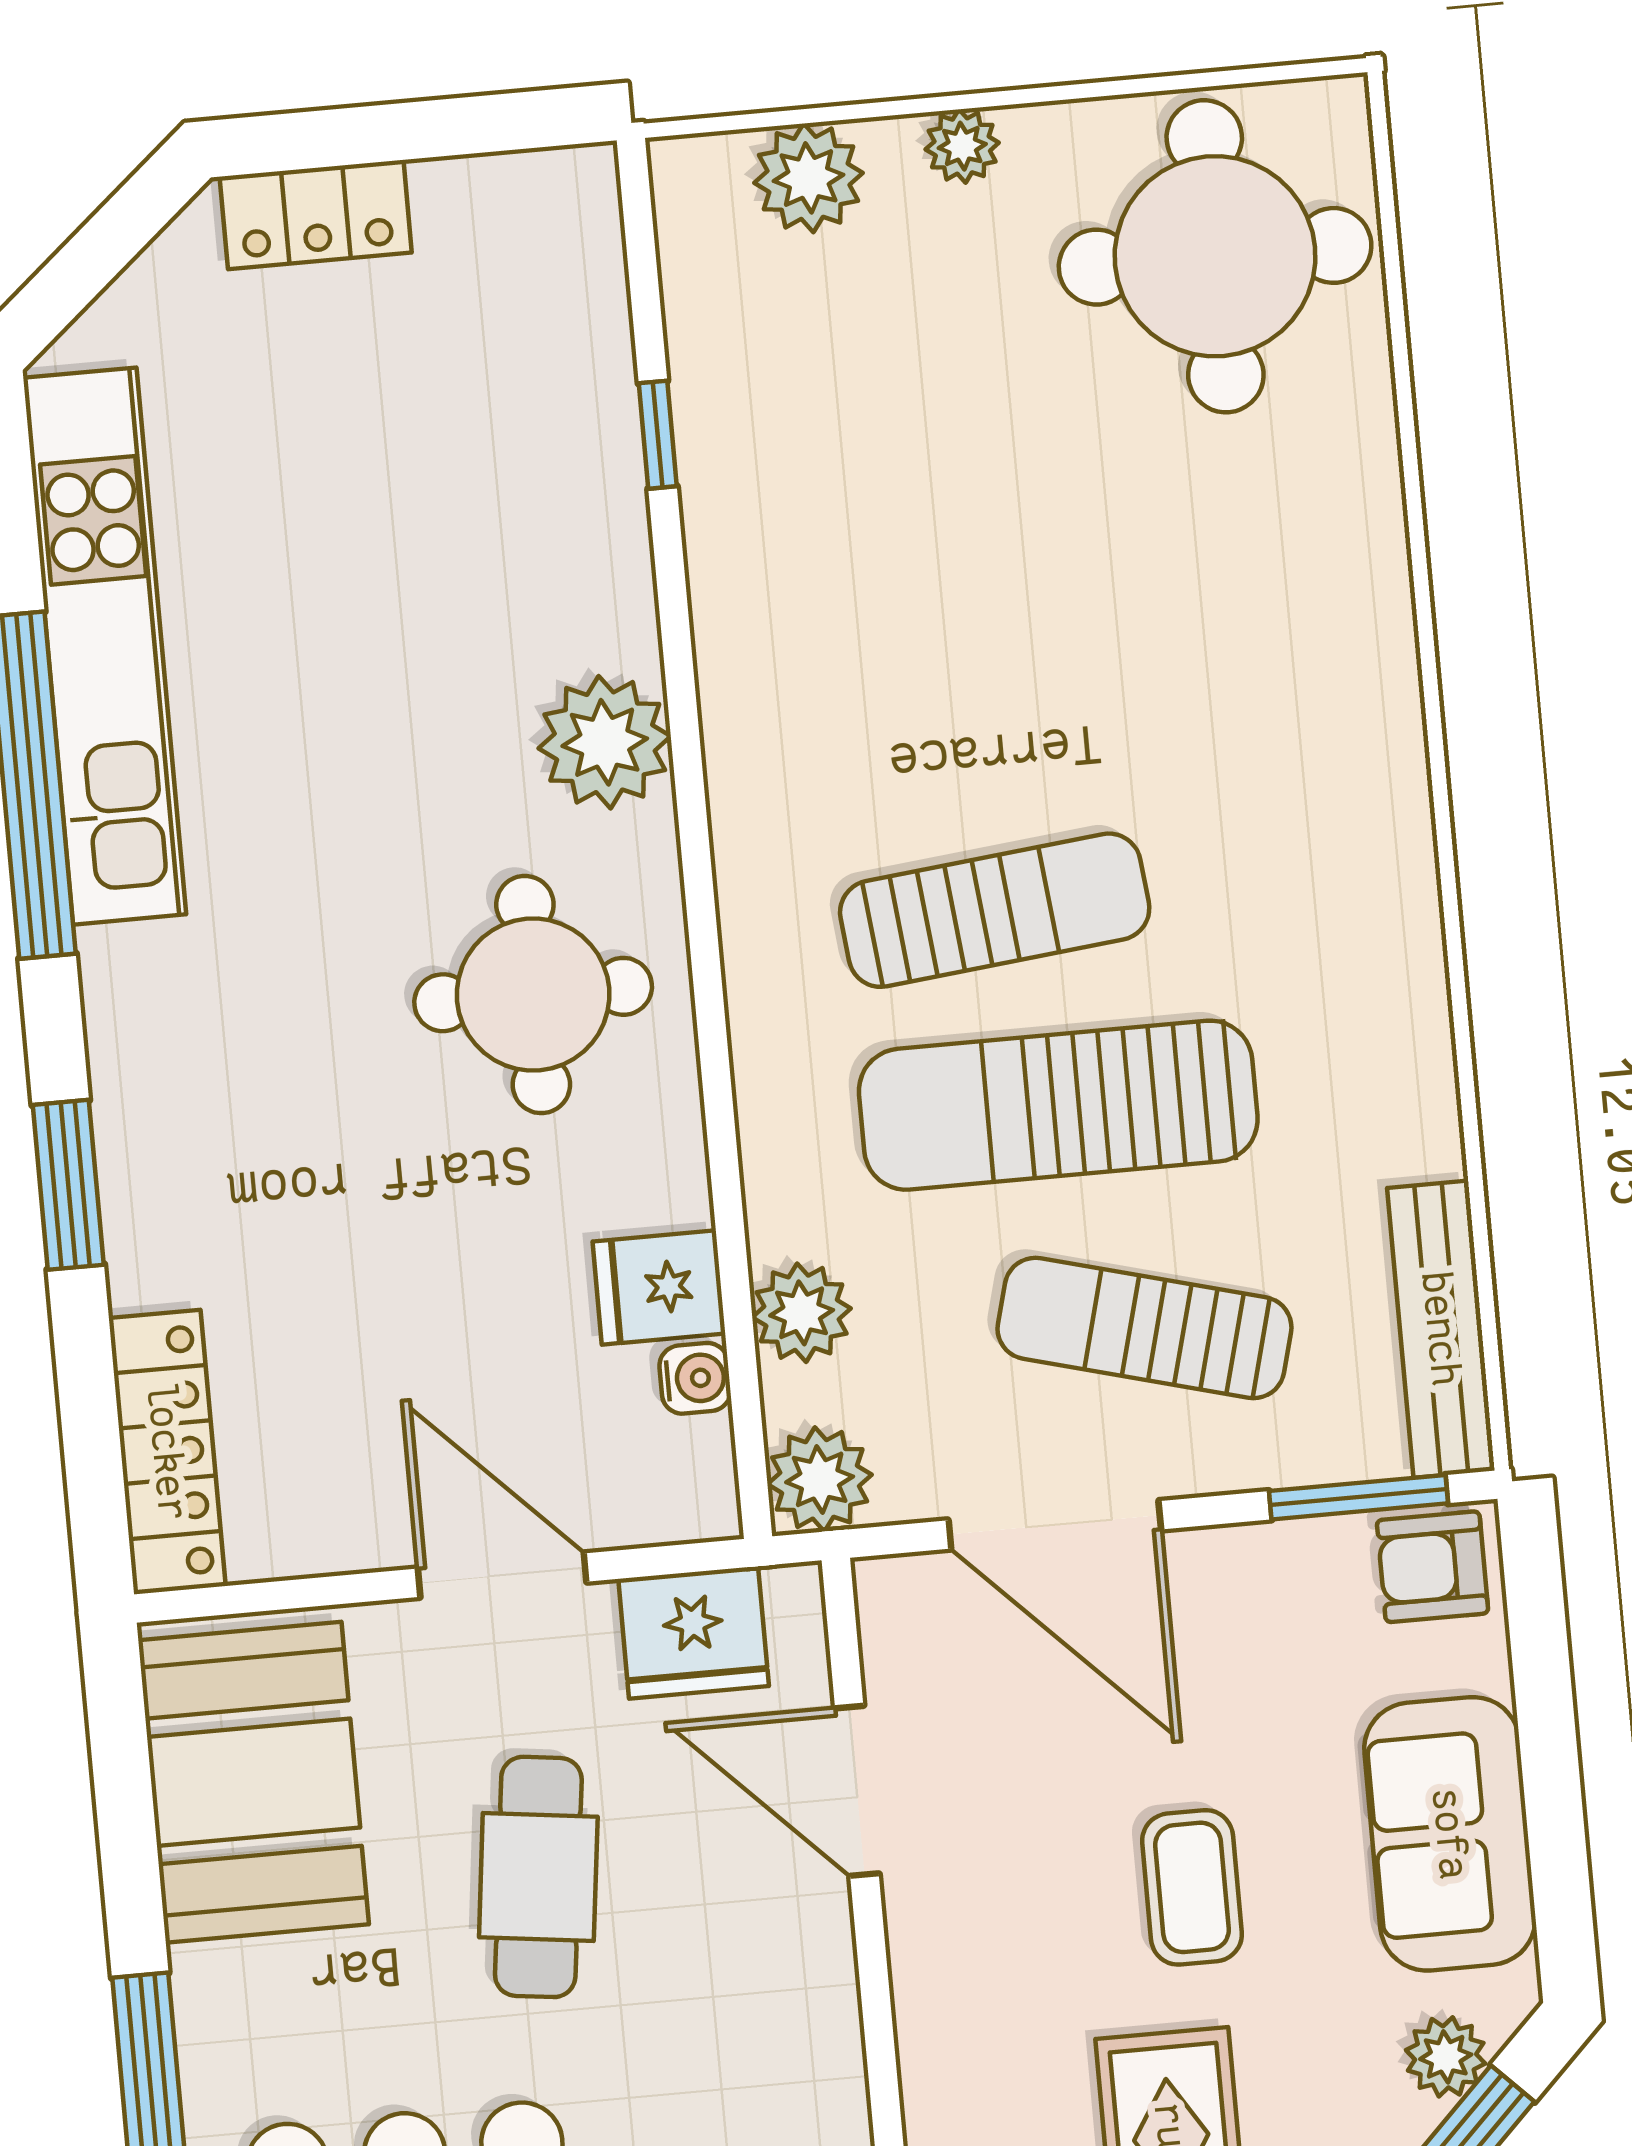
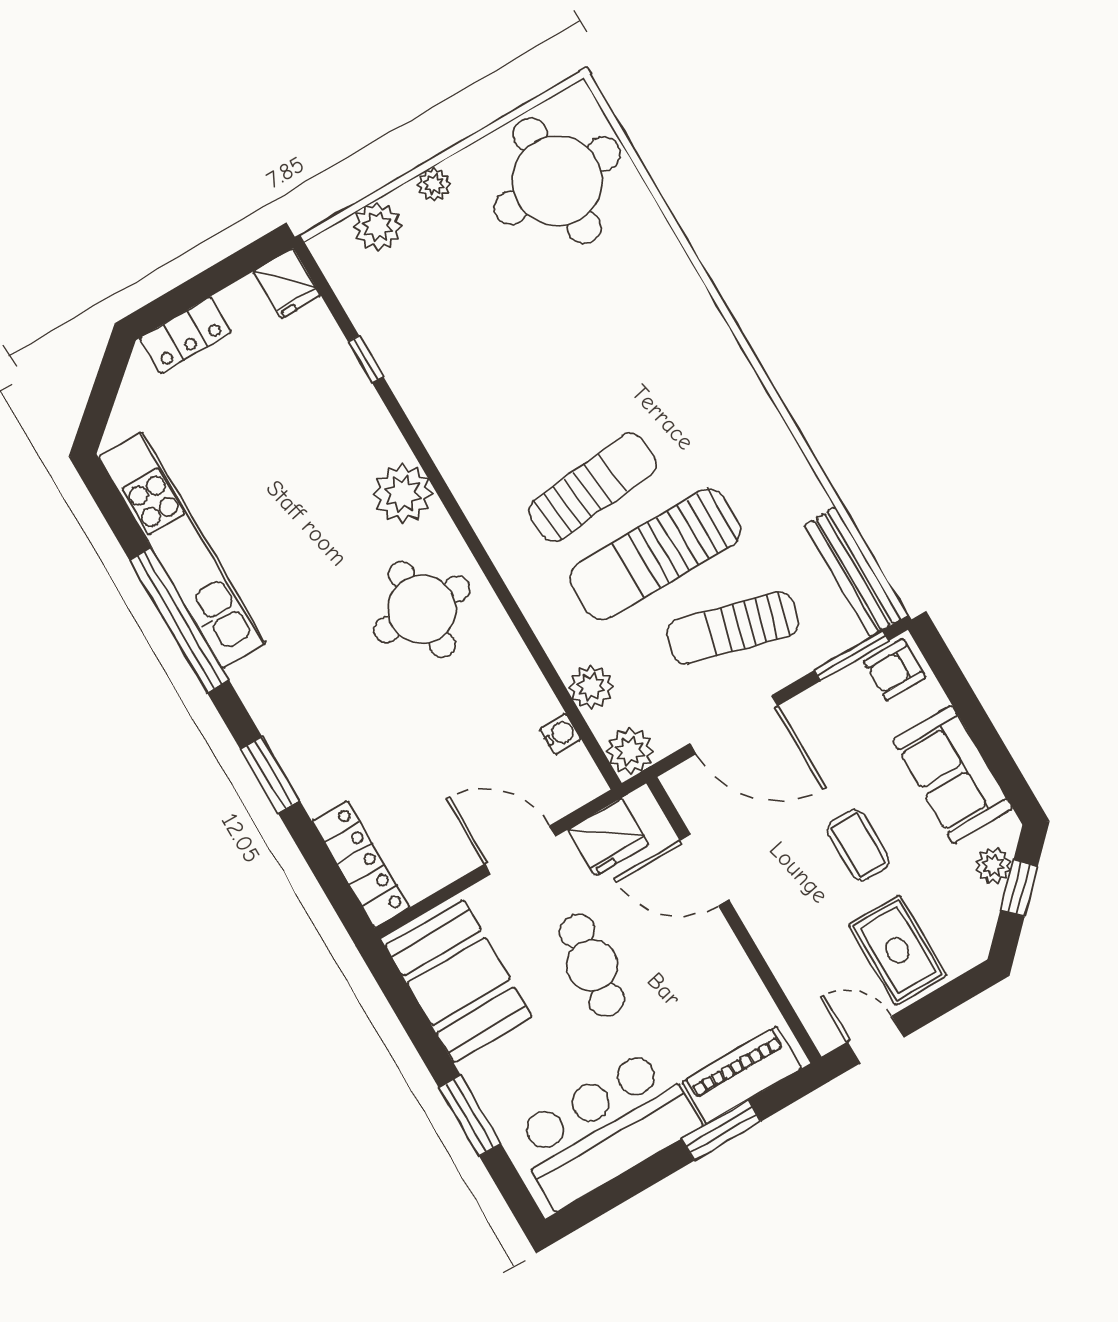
fridge: (659, 1287) -> (287, 284), moved, turned -90

